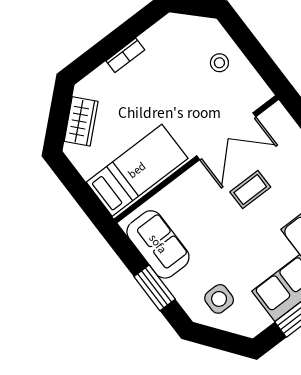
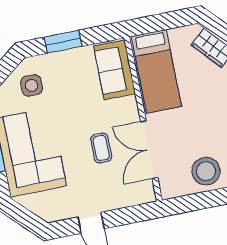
stool: (219, 63) -> (206, 171), width x1.89, depth x1.89
sofa: (158, 244) -> (115, 70), moved, turned 90

